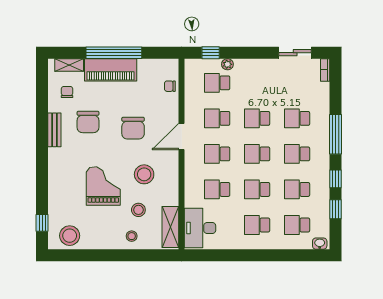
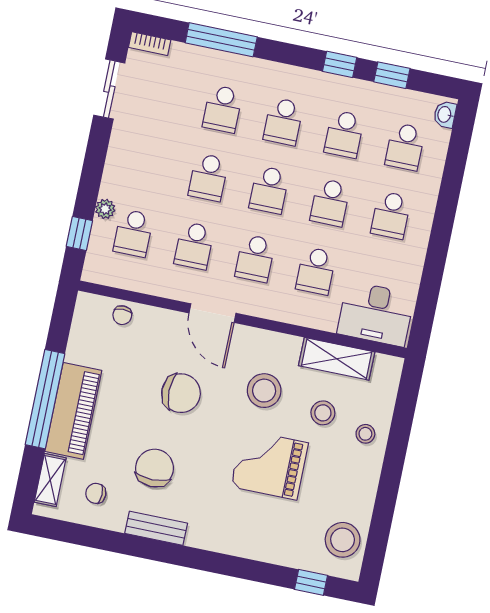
chair: (88, 122) -> (155, 468), turned -90
window: (336, 134) -> (221, 40), moved
shelving: (170, 227) -> (337, 359), moved

